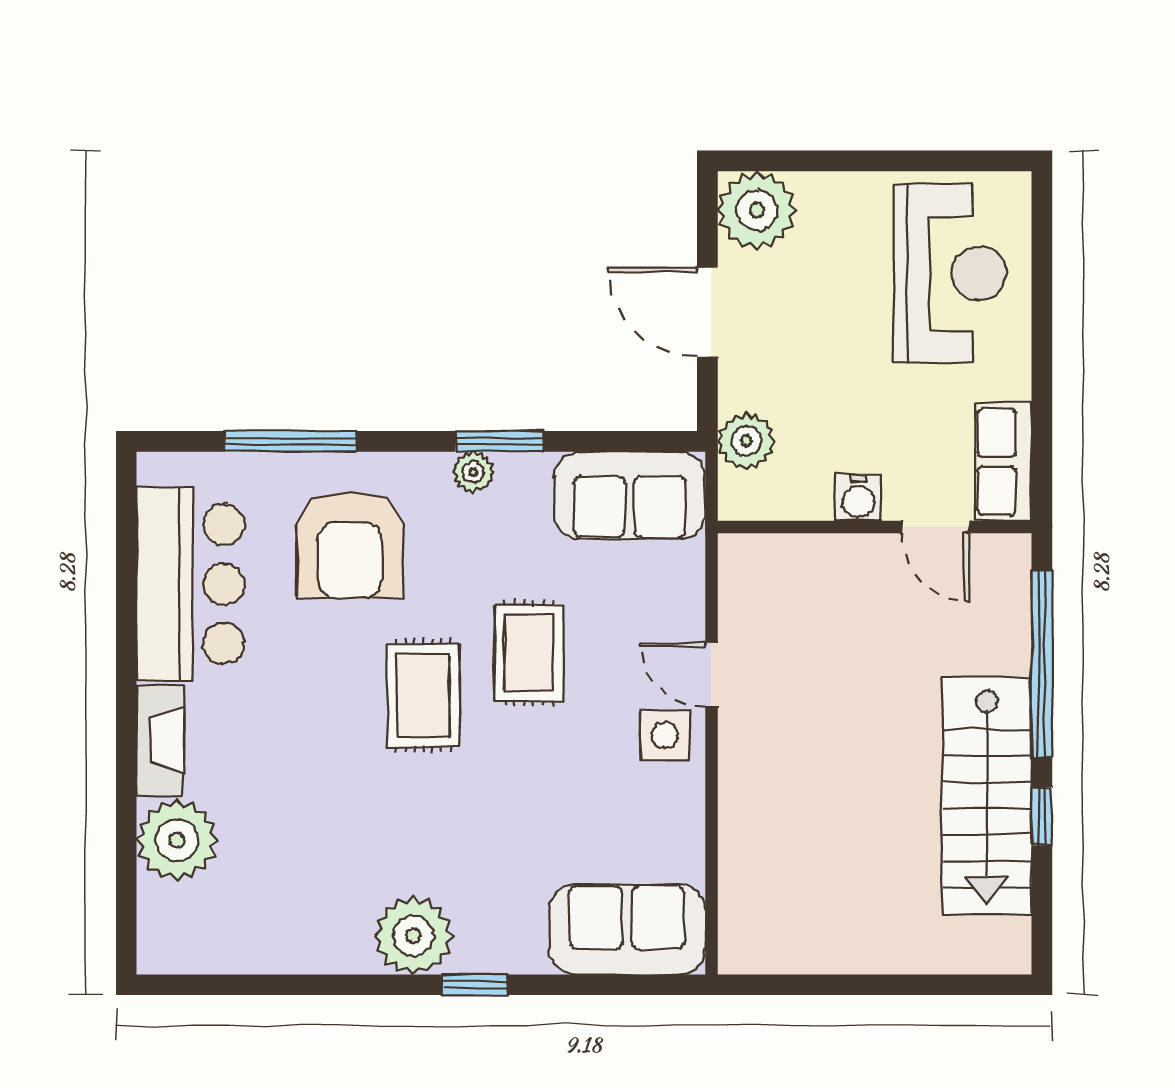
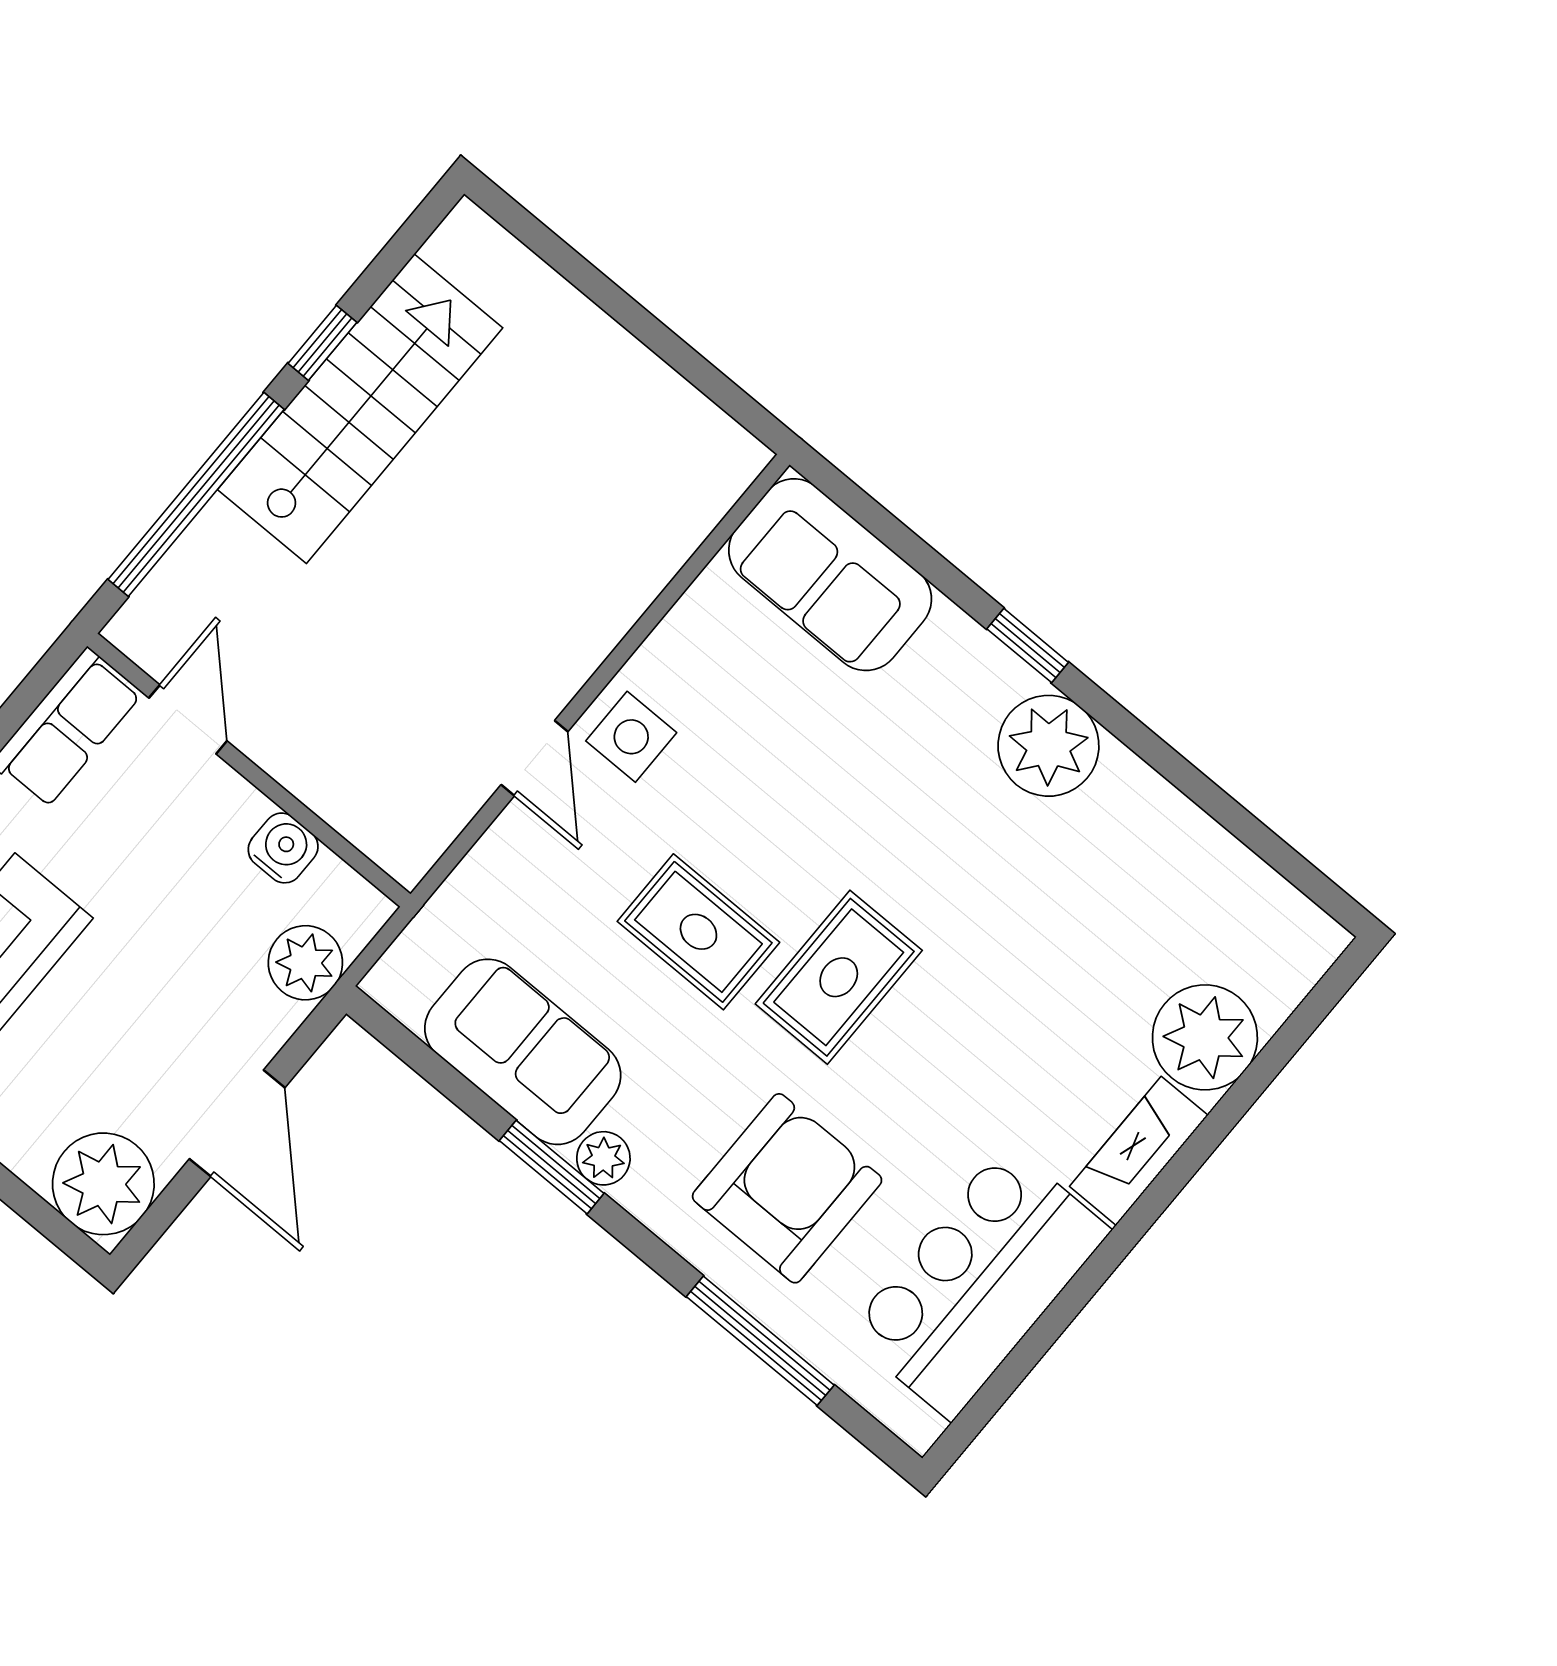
sofa: (630, 495) -> (523, 1052), moved
water cooler: (859, 498) -> (283, 848), moved
rug: (529, 653) -> (698, 932), turned 90

